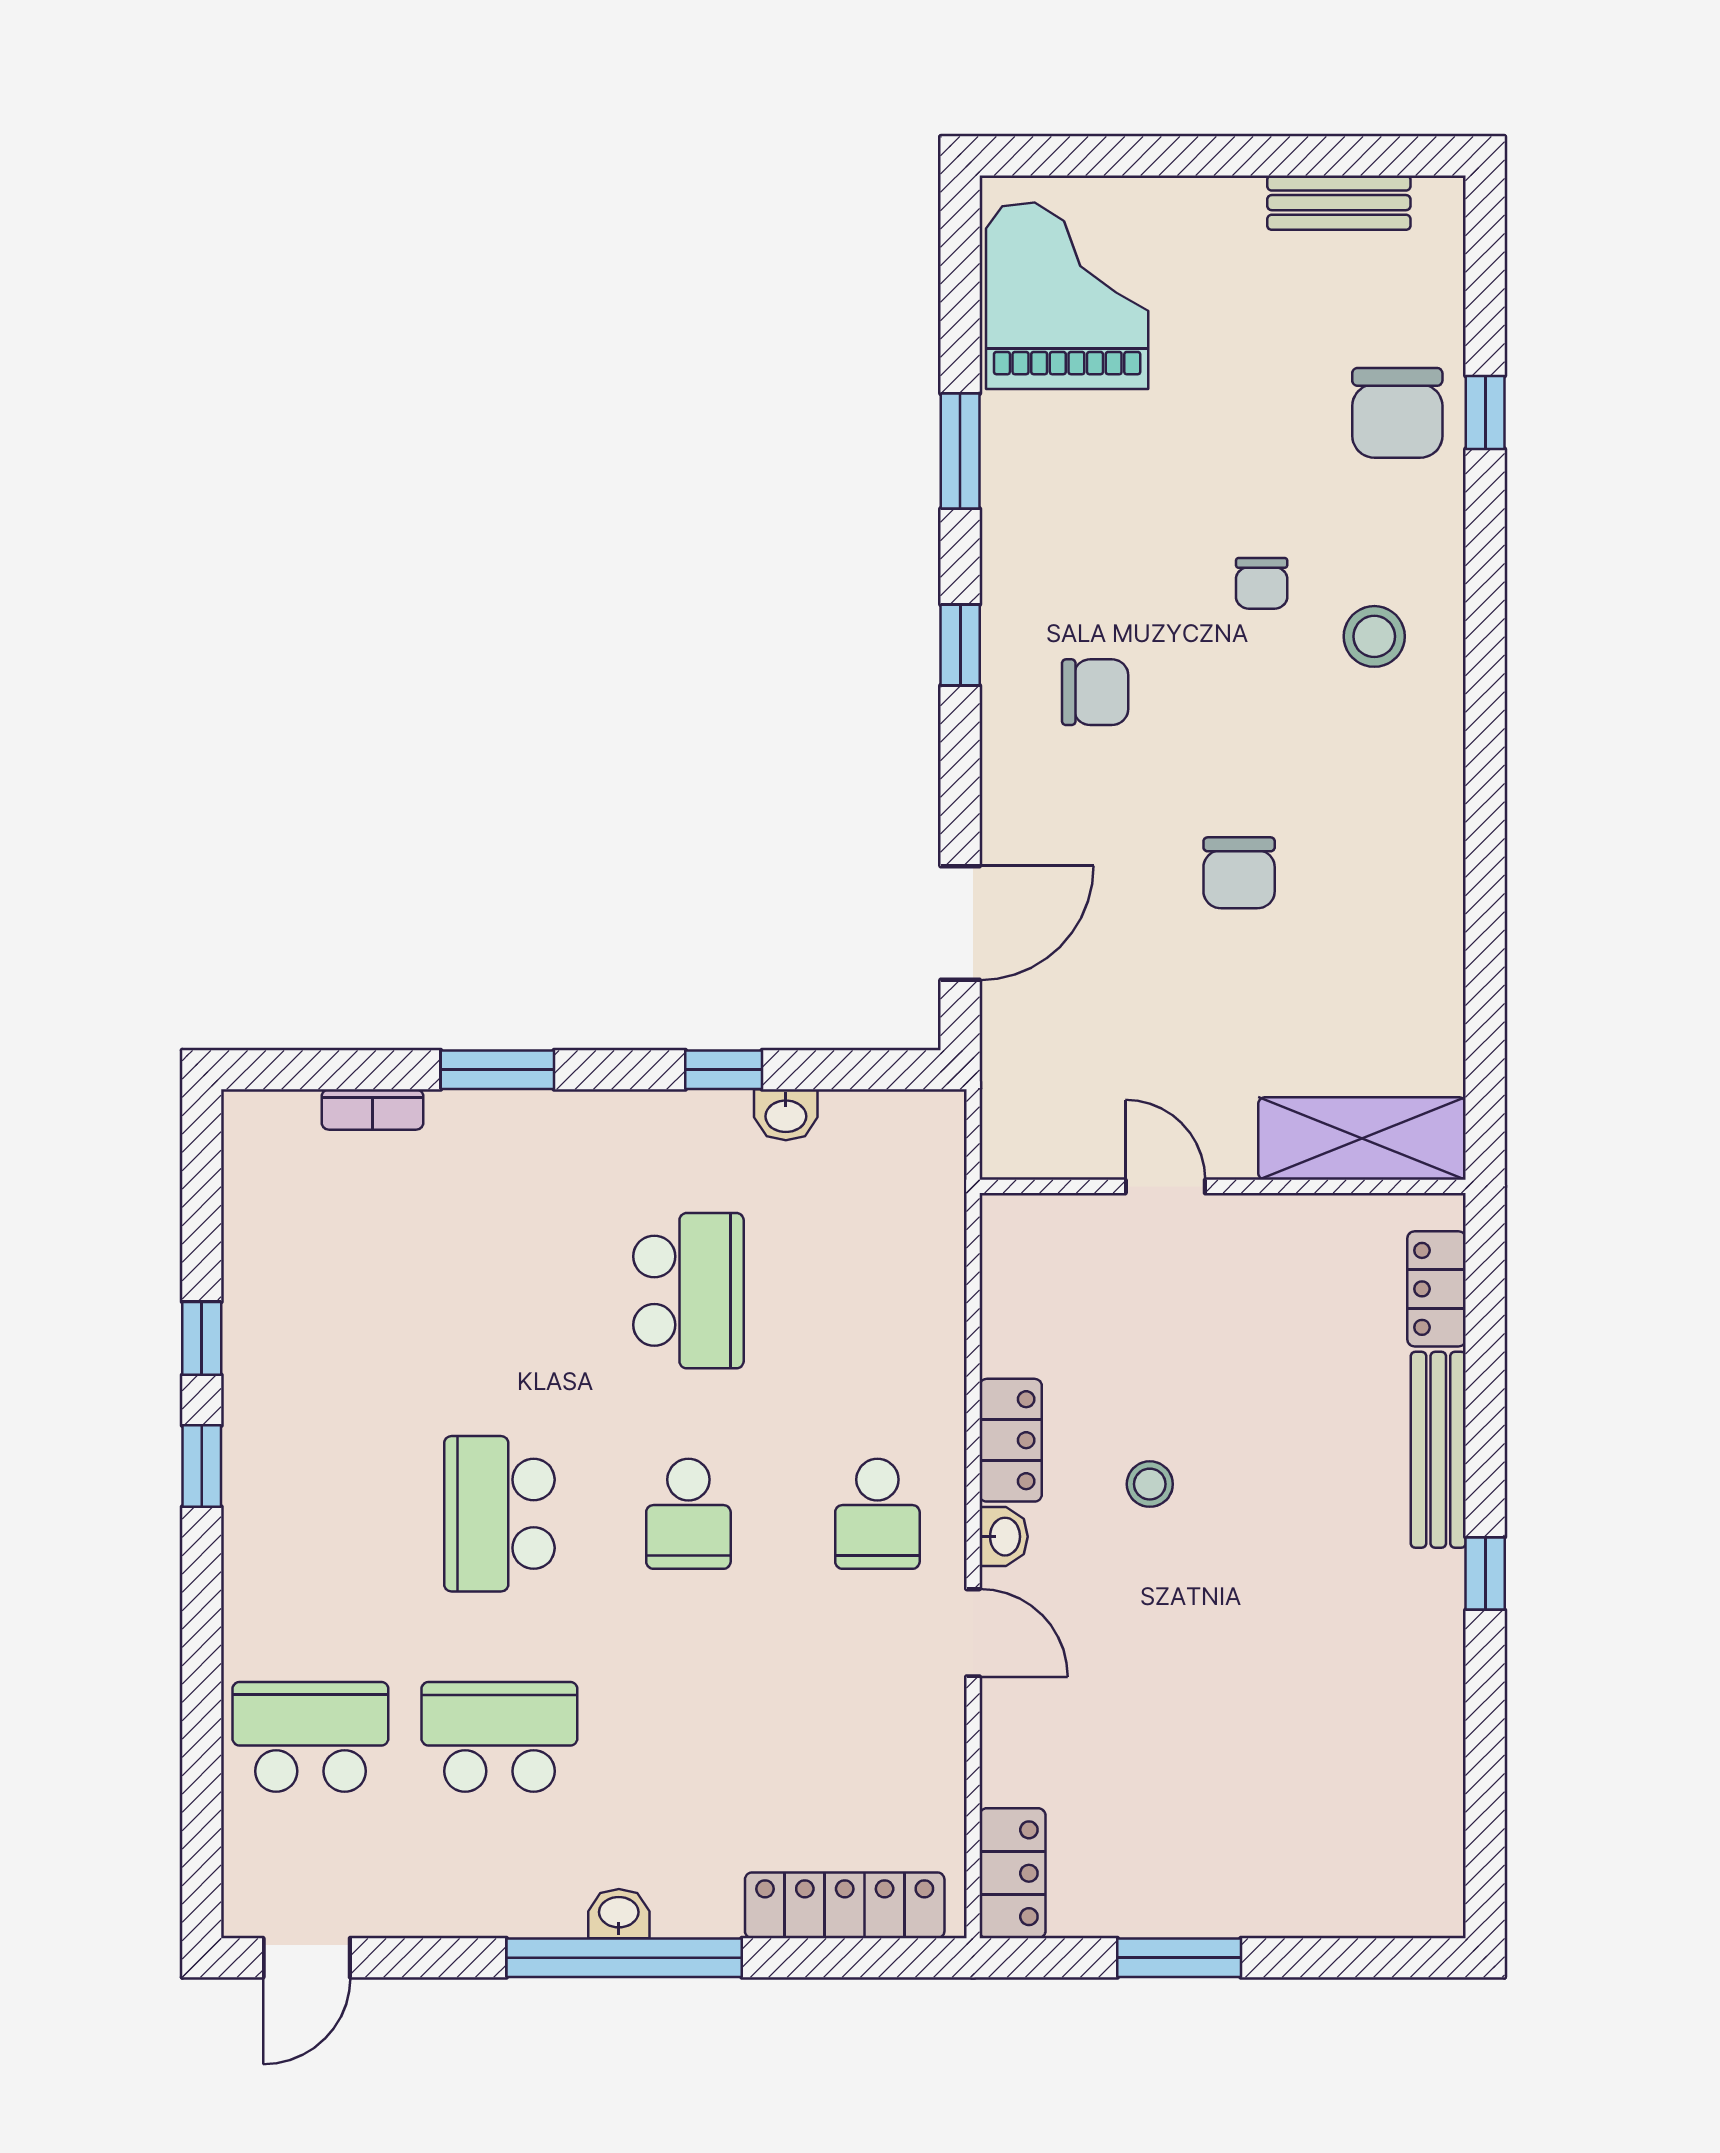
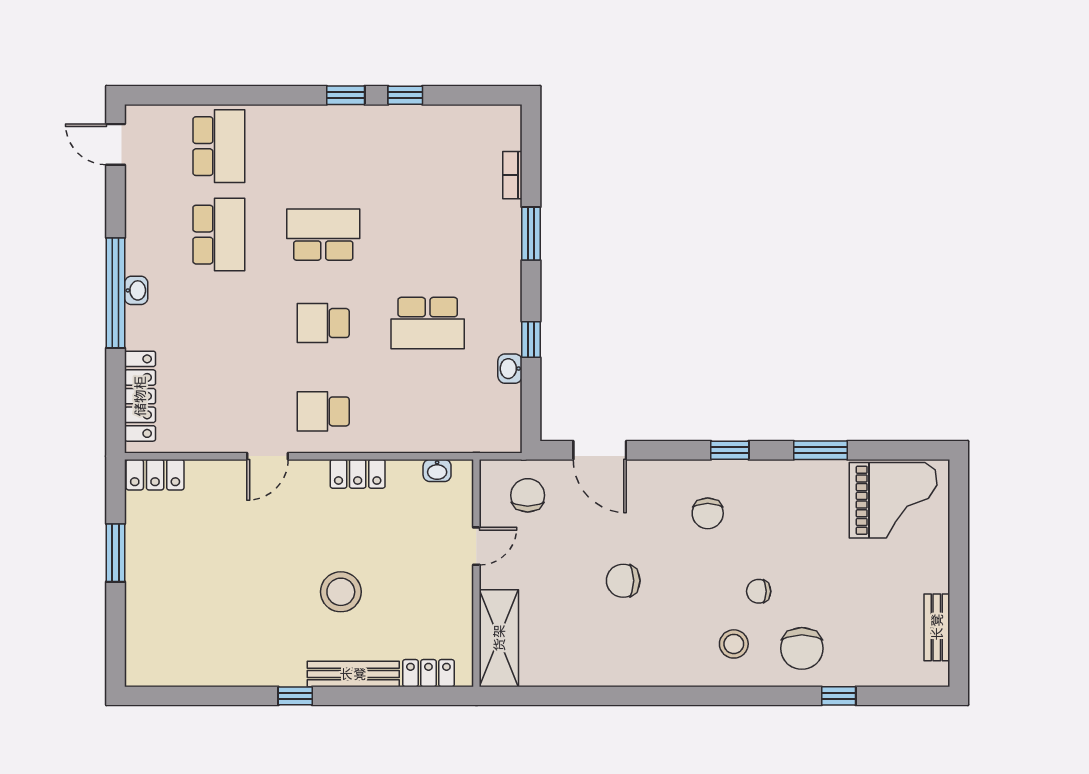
chair: (1397, 413) -> (802, 648), moved, turned -90
chair: (1057, 1077) -> (528, 495), added
stool: (1150, 1484) -> (341, 592), moved, width x1.89, depth x1.89
washbasin: (1004, 1537) -> (437, 470), moved

